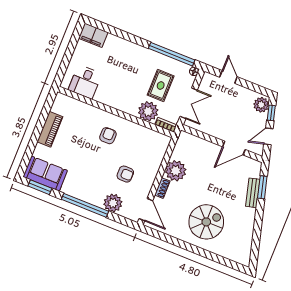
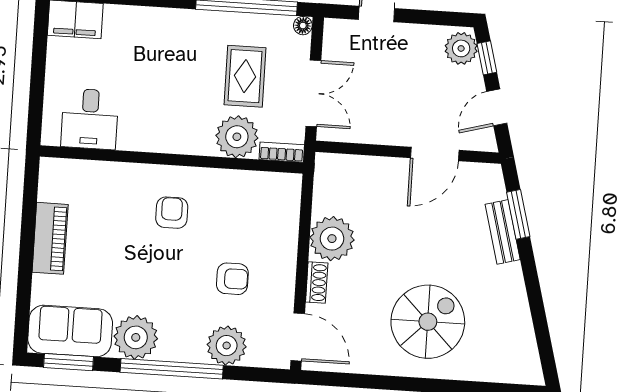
plant: (74, 186) -> (136, 337), added

